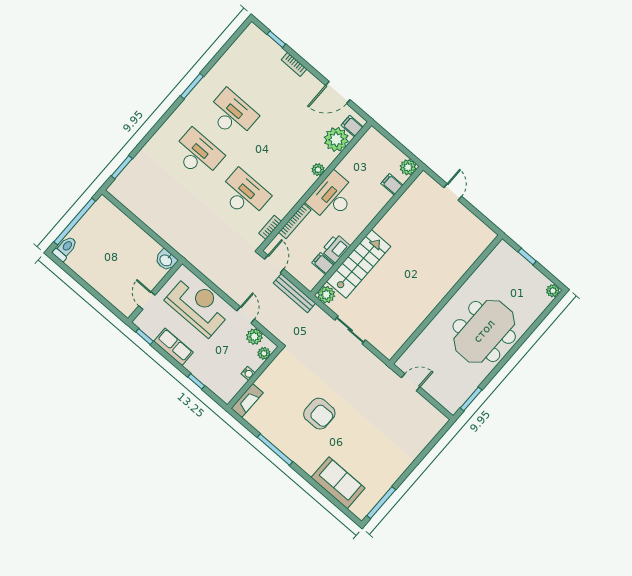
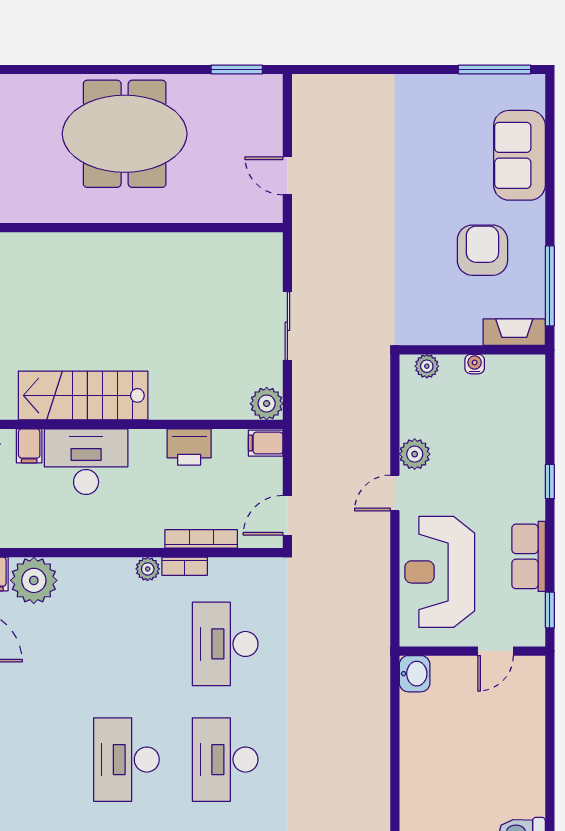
plant: (318, 170) -> (148, 569), moved
desk: (332, 197) -> (86, 462), moved, turned 180
bookcase: (270, 227) -> (185, 566), moved
filing cabinet: (323, 264) -> (266, 443), moved, turned 90
stairs: (359, 264) -> (83, 395), moved
bench: (294, 293) -> (304, 451), removed
plant: (264, 353) -> (427, 366), moved
water cooler: (248, 373) -> (475, 364), moved
wall: (255, 377) -> (472, 350), moved
fireplace: (247, 400) -> (514, 332), moved
armchair: (319, 414) -> (482, 250), moved

